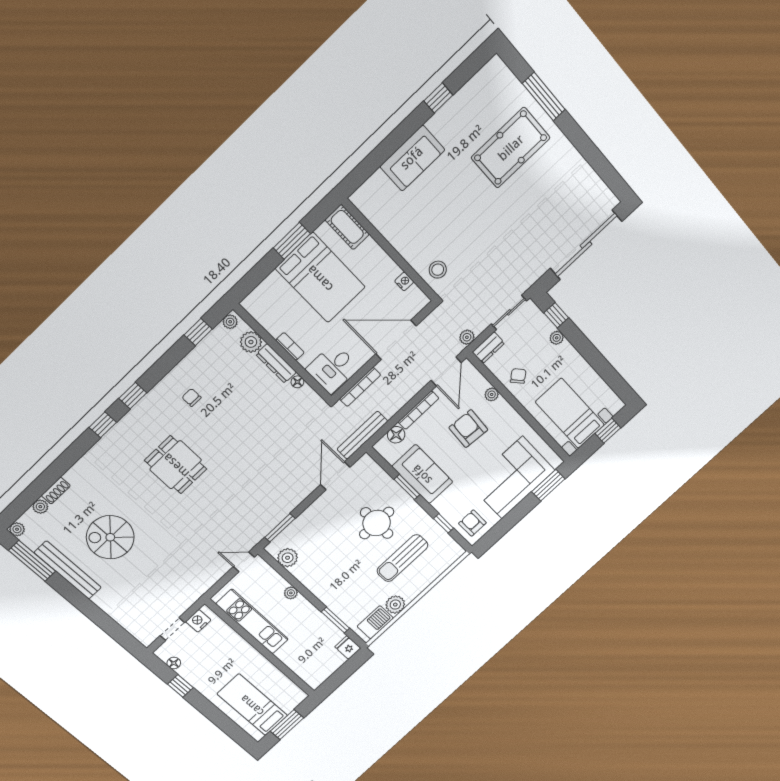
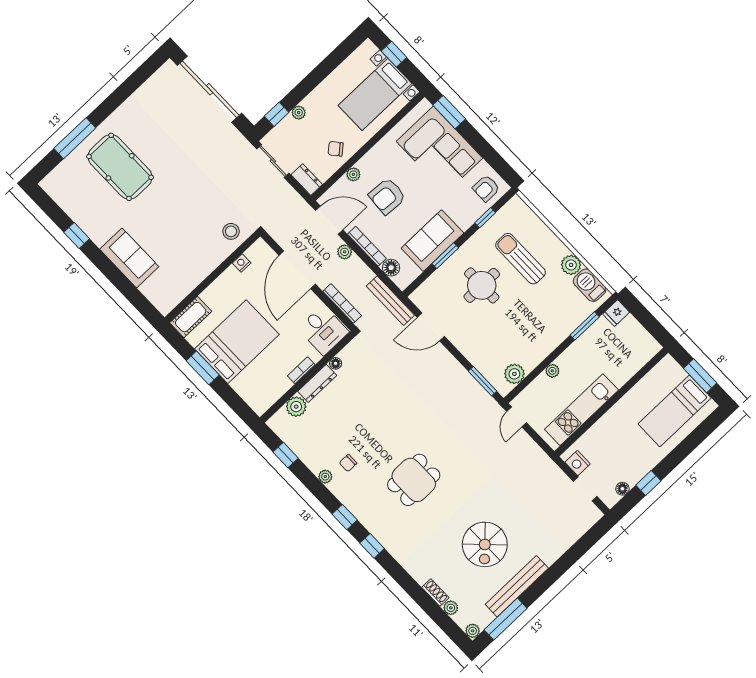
plant: (230, 322) -> (325, 477), moved
plant: (467, 337) -> (345, 252), moved
sun lounger: (402, 558) -> (521, 259), turned 180

